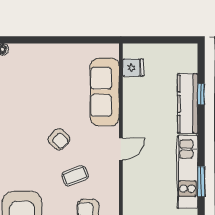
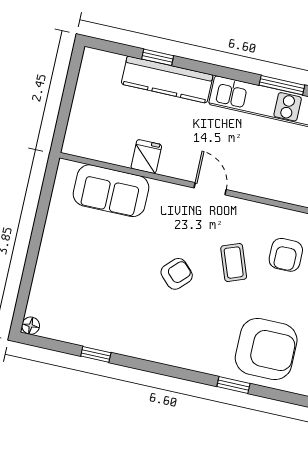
fridge: (133, 68) -> (146, 156), moved
sofa: (105, 92) -> (111, 191), width x0.73

